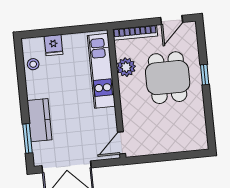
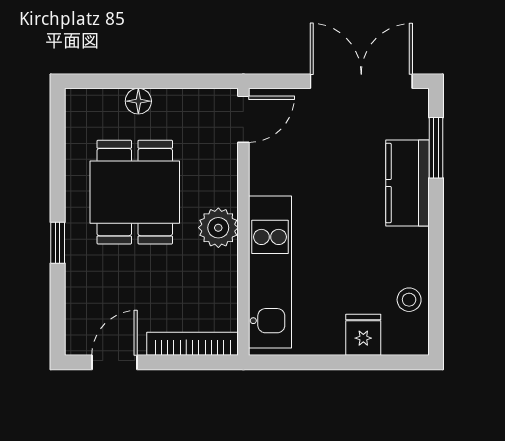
plant: (126, 67) -> (218, 228), moved
dining table: (168, 78) -> (135, 192), moved
floor lamp: (173, 147) -> (138, 101), added

